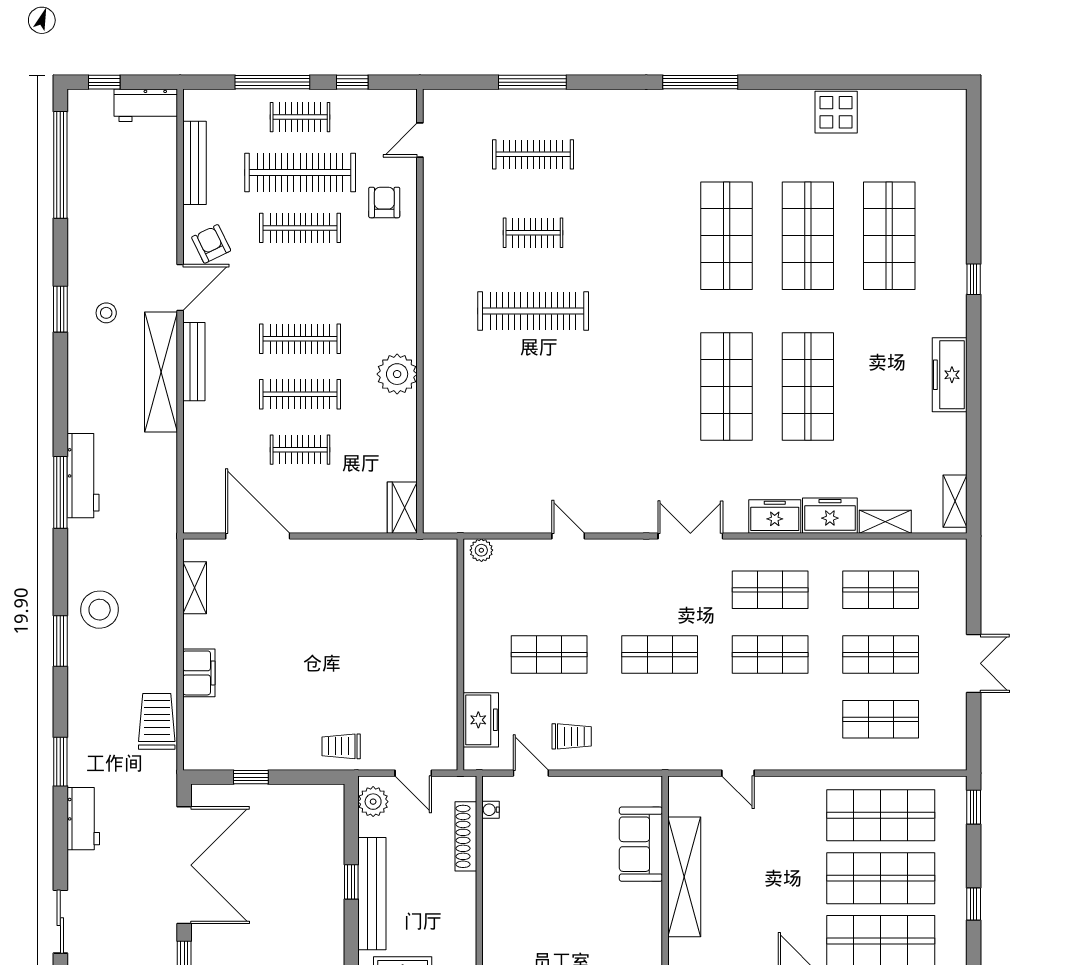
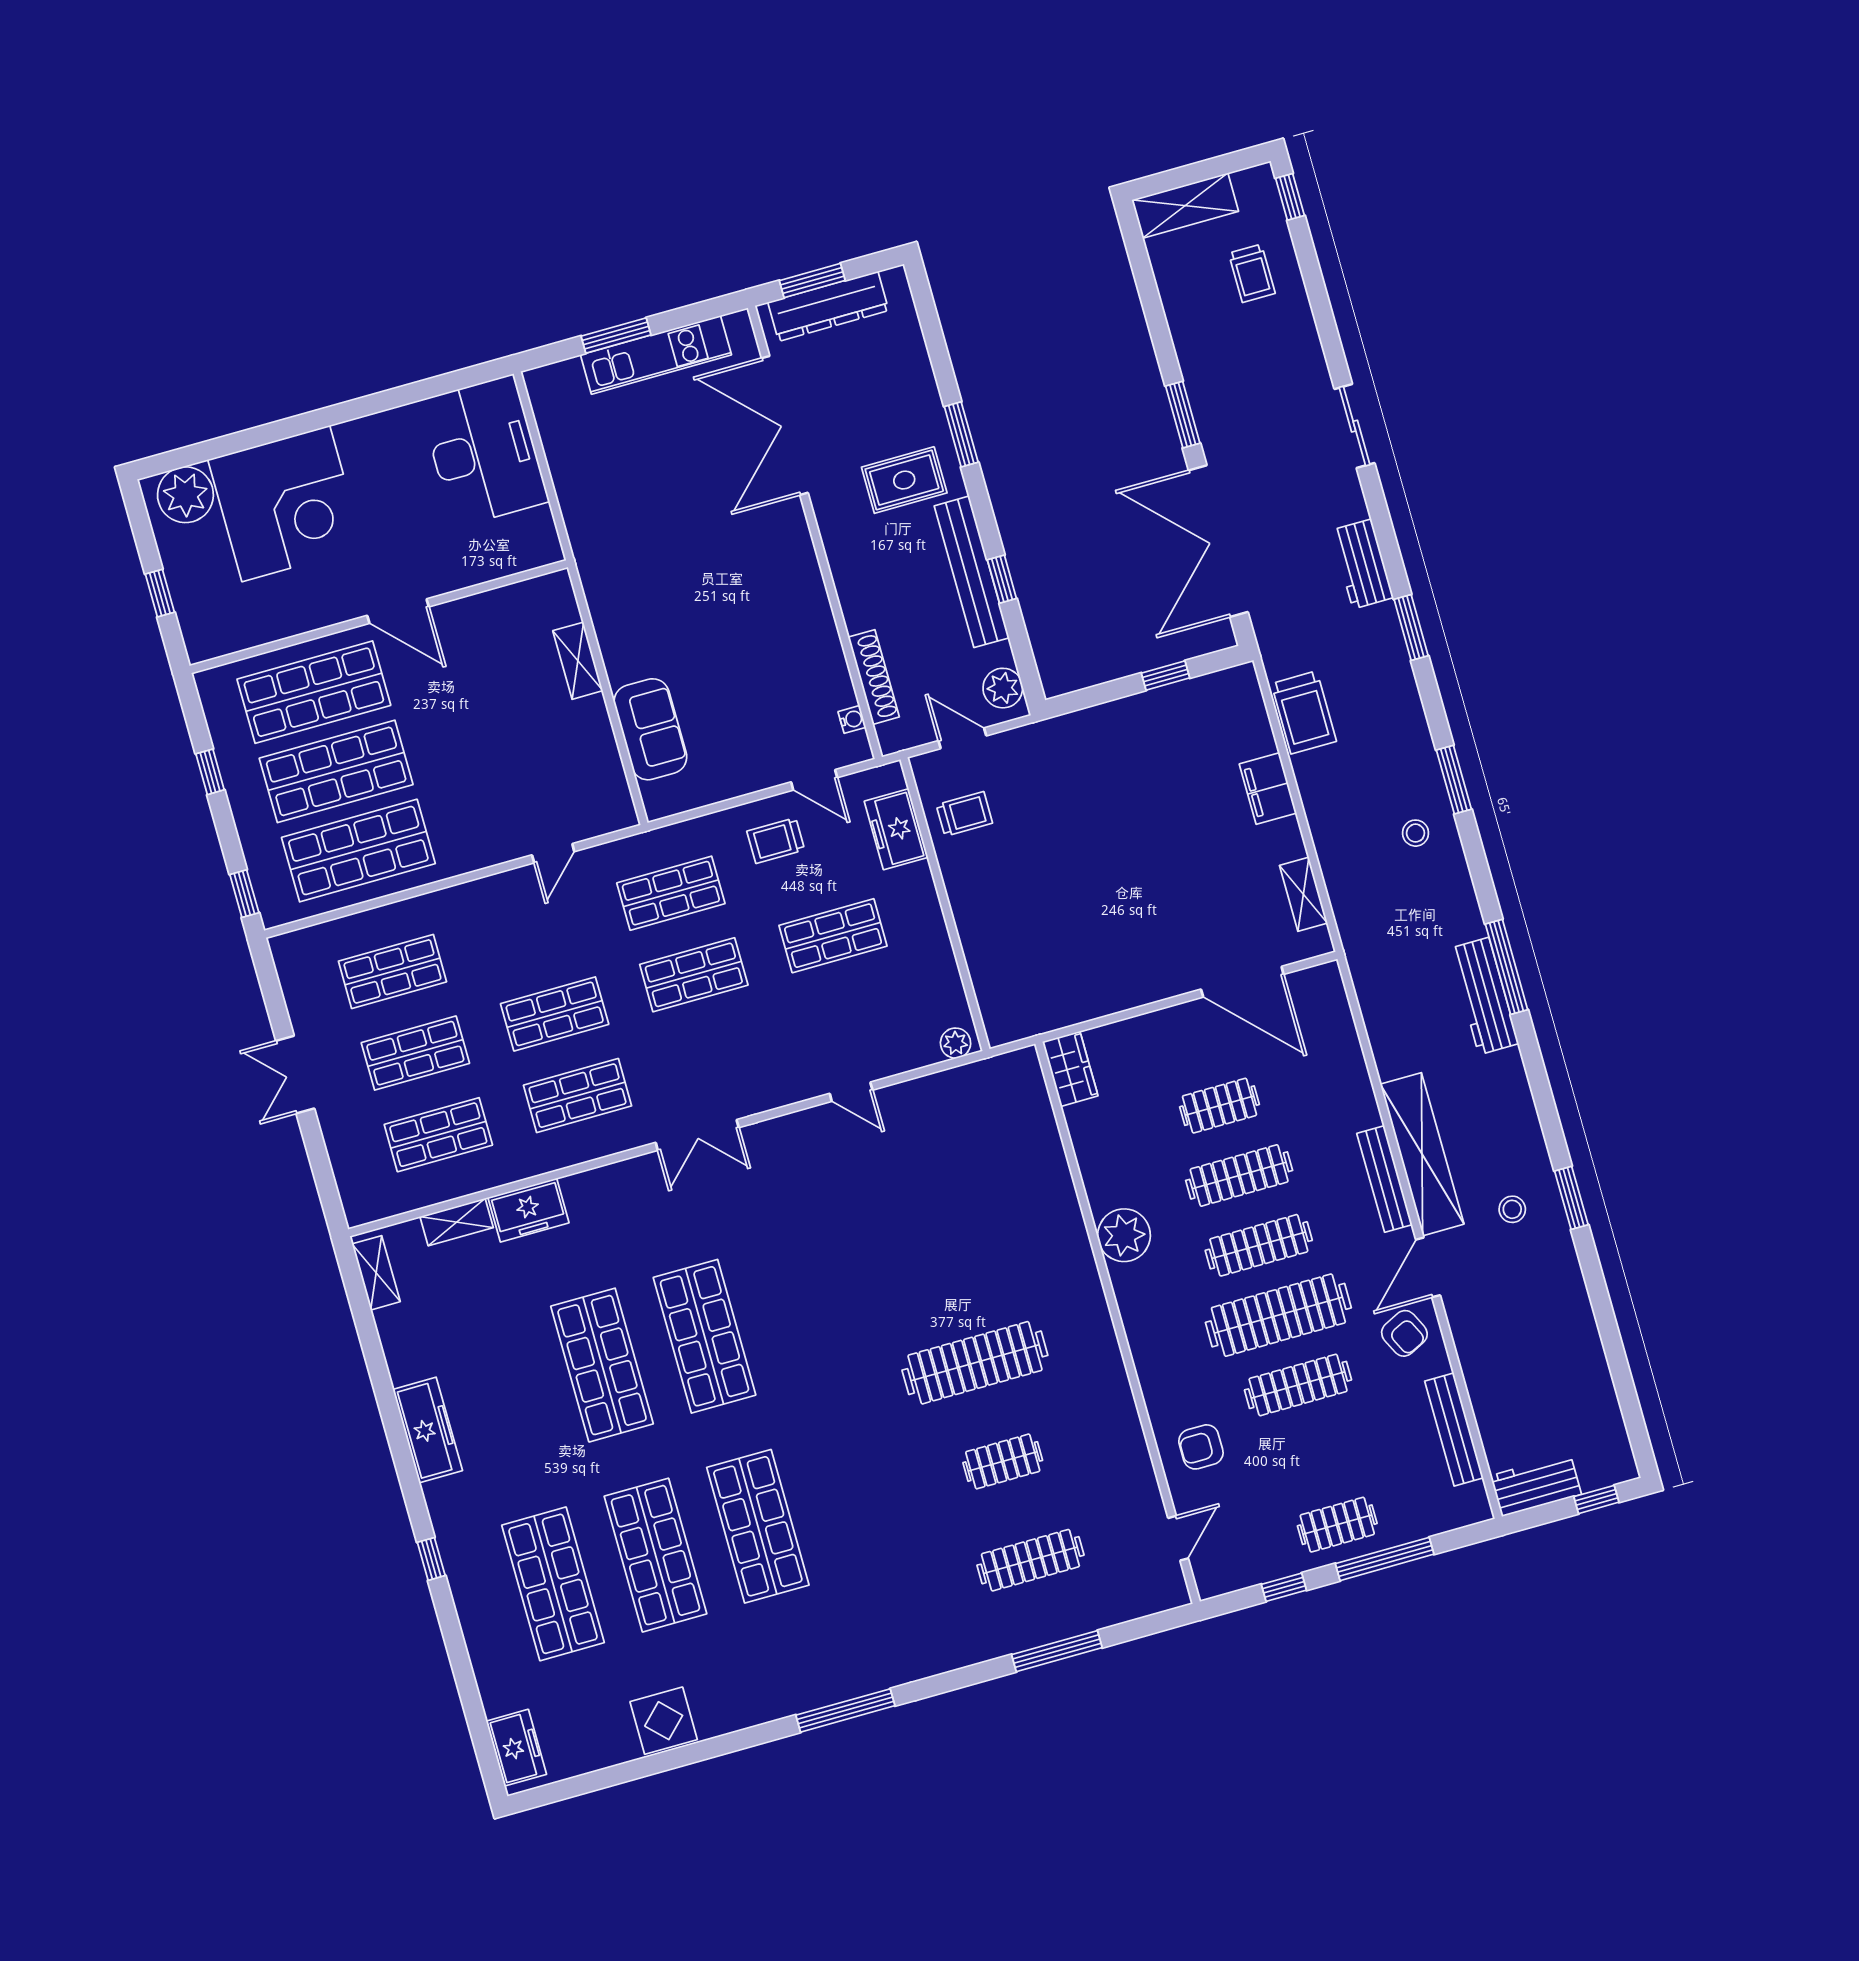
window: (60, 165) -> (1622, 1379), removed
clothes rail: (300, 173) -> (1278, 1315), moved
armchair: (384, 202) -> (1201, 1447), turned 90
freezer: (775, 517) -> (516, 1748), moved, turned -90
stool: (100, 610) -> (1416, 833), width x0.53, depth x0.53
shop shelf: (660, 719) -> (671, 893), added
trolley: (341, 746) -> (964, 814), moved
door: (738, 773) -> (553, 853), swing flipped
shelving: (684, 877) -> (578, 661), width x0.45, depth x0.75

